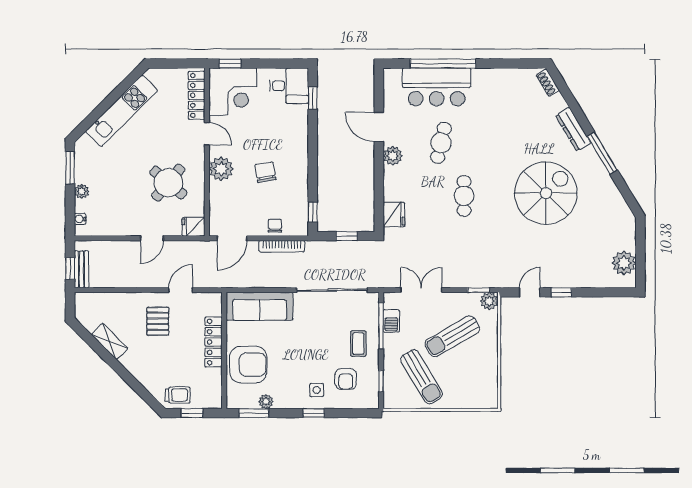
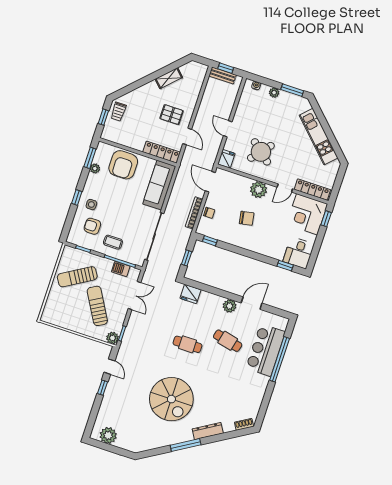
locker: (214, 342) -> (162, 152), moved

